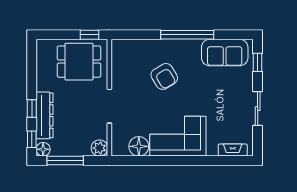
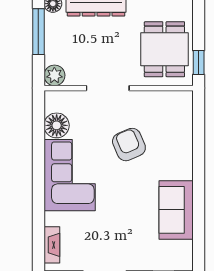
window: (187, 35) -> (199, 187), removed
sofa: (225, 53) -> (176, 210), moved
armchair: (164, 76) -> (129, 145), moved, turned 98

